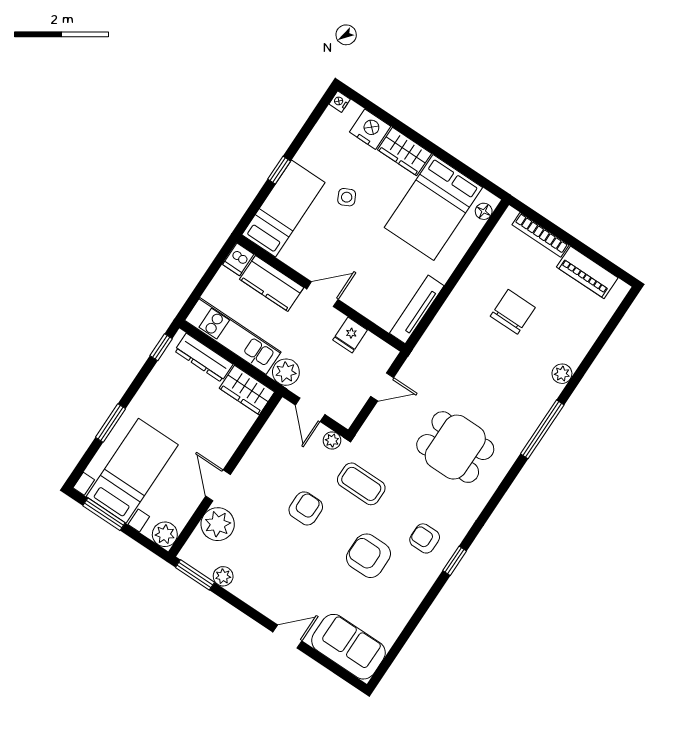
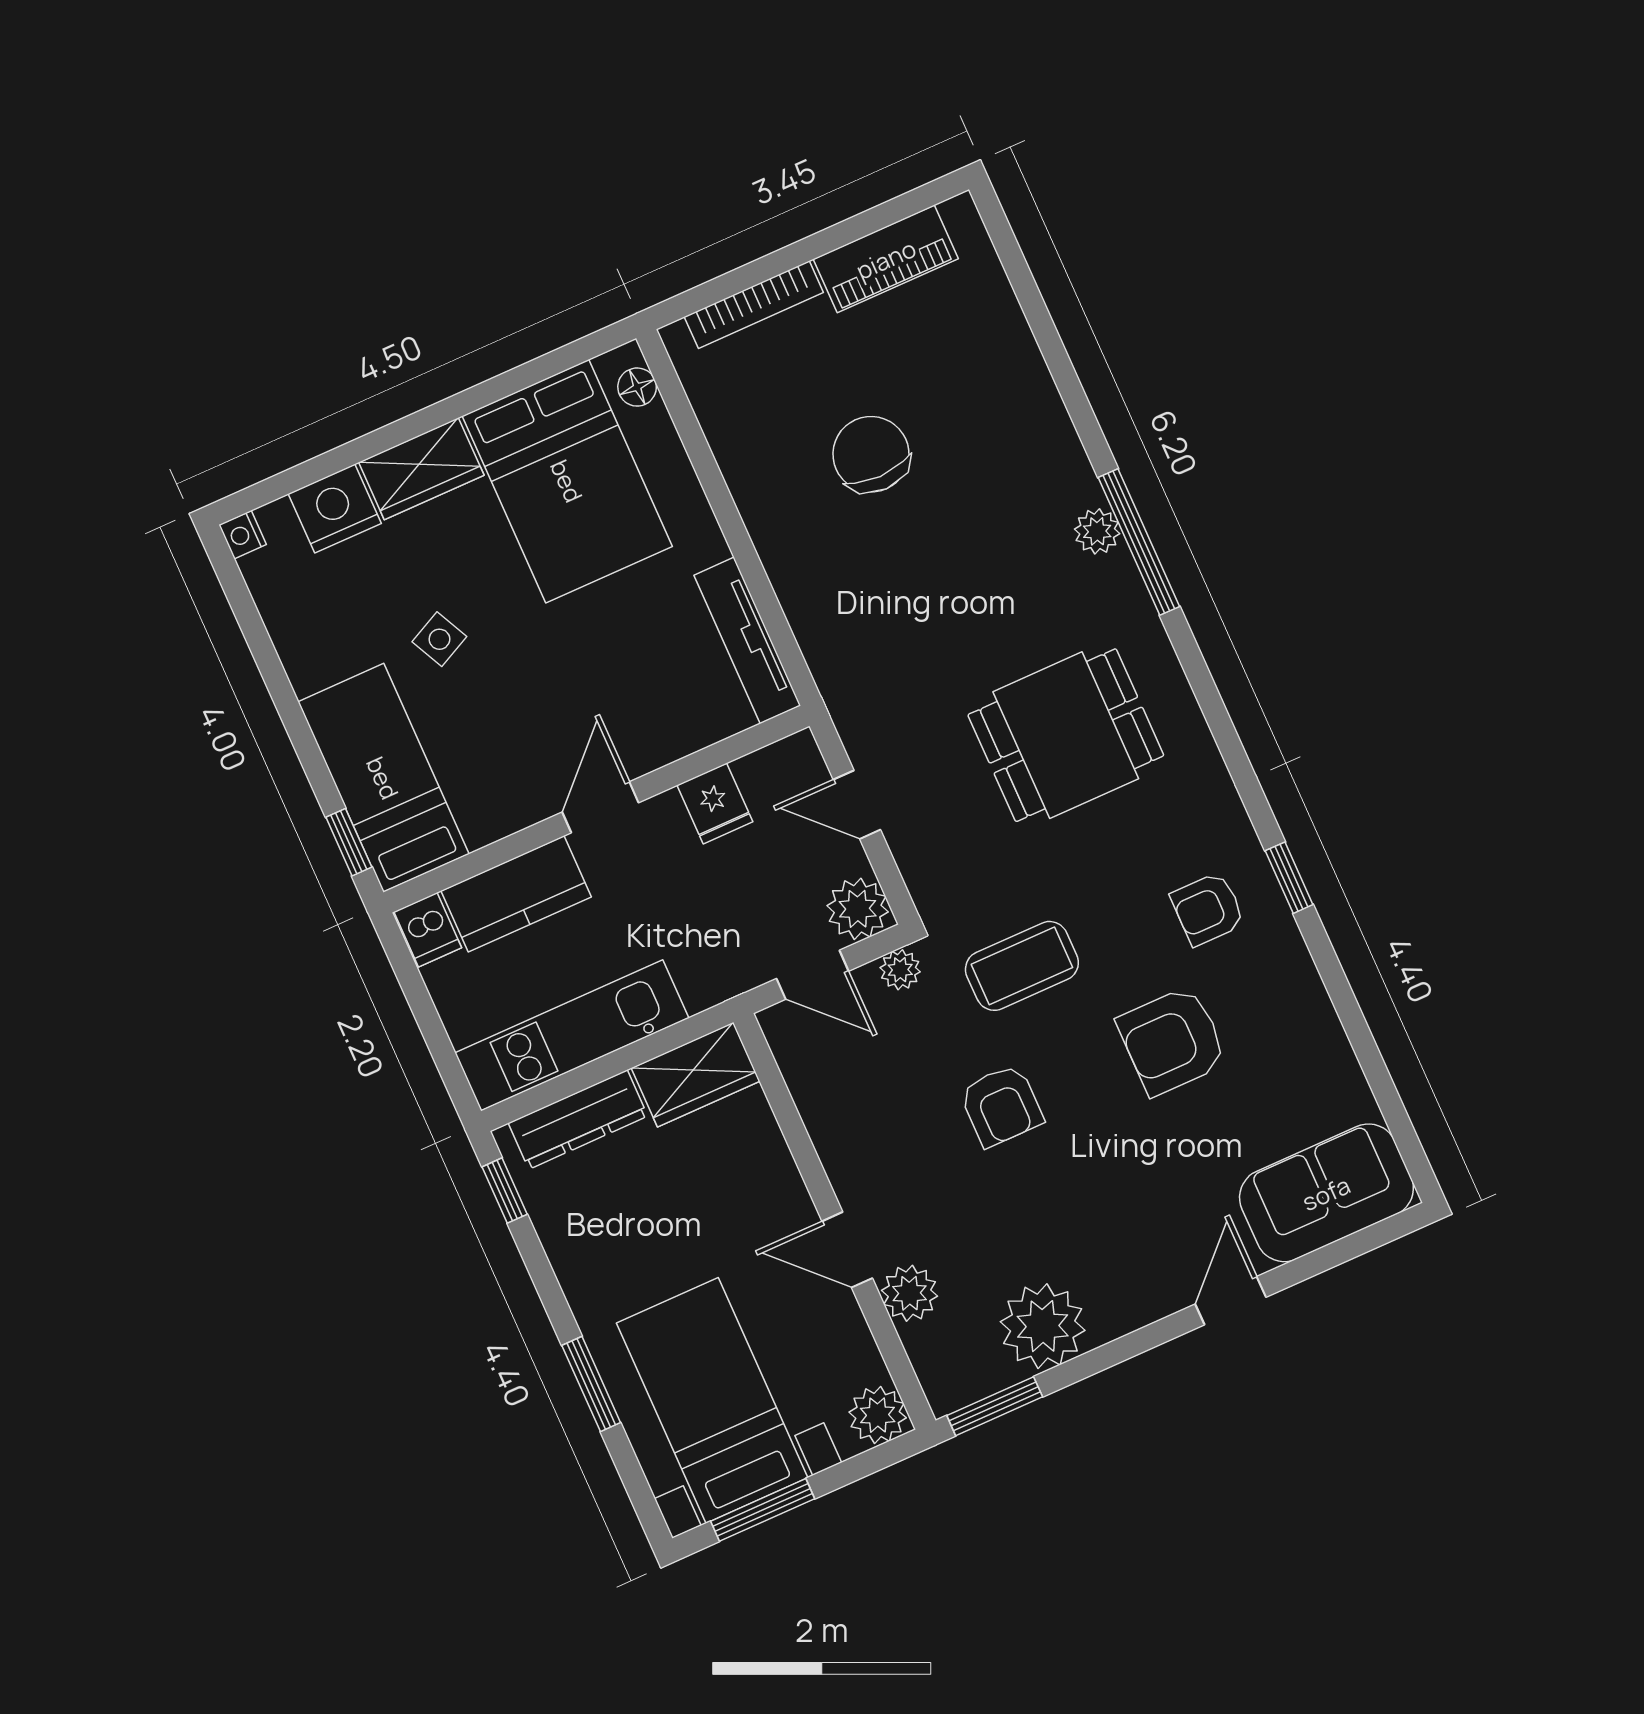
window: (279, 170) -> (349, 842), moved
plant: (286, 372) -> (858, 909), moved
plant: (562, 374) -> (1097, 531), moved
door: (382, 387) -> (857, 805), swing flipped
armchair: (306, 508) -> (1001, 1106), turned 180
plant: (218, 524) -> (910, 1293), width x0.73, depth x0.73
plant: (223, 576) -> (1043, 1326), width x1.87, depth x1.87

